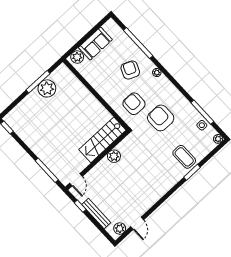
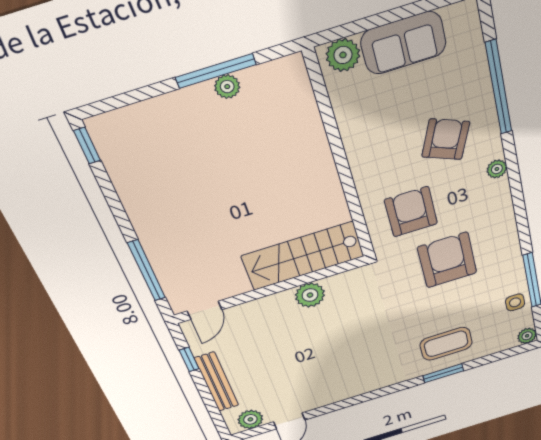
plant: (47, 88) -> (227, 87), width x0.53, depth x0.53
coffee table: (184, 157) -> (446, 344), turned 90

